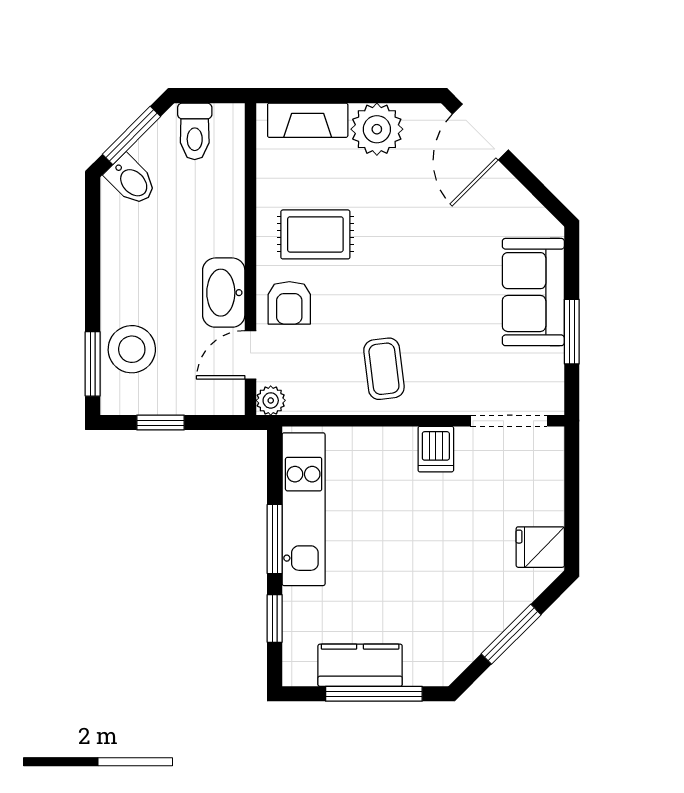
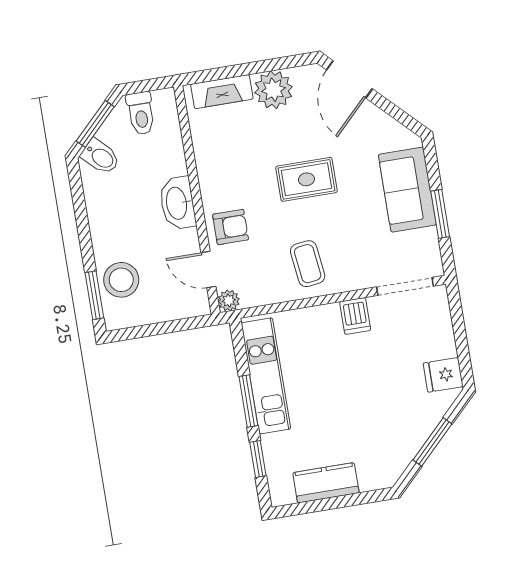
rug: (315, 234) -> (306, 179), moved
washbasin: (224, 293) -> (177, 203), moved
armchair: (289, 303) -> (231, 227), turned -90
door: (250, 355) -> (208, 270), hinge flipped
window: (161, 423) -> (151, 330), removed
window: (374, 694) -> (339, 502), removed

